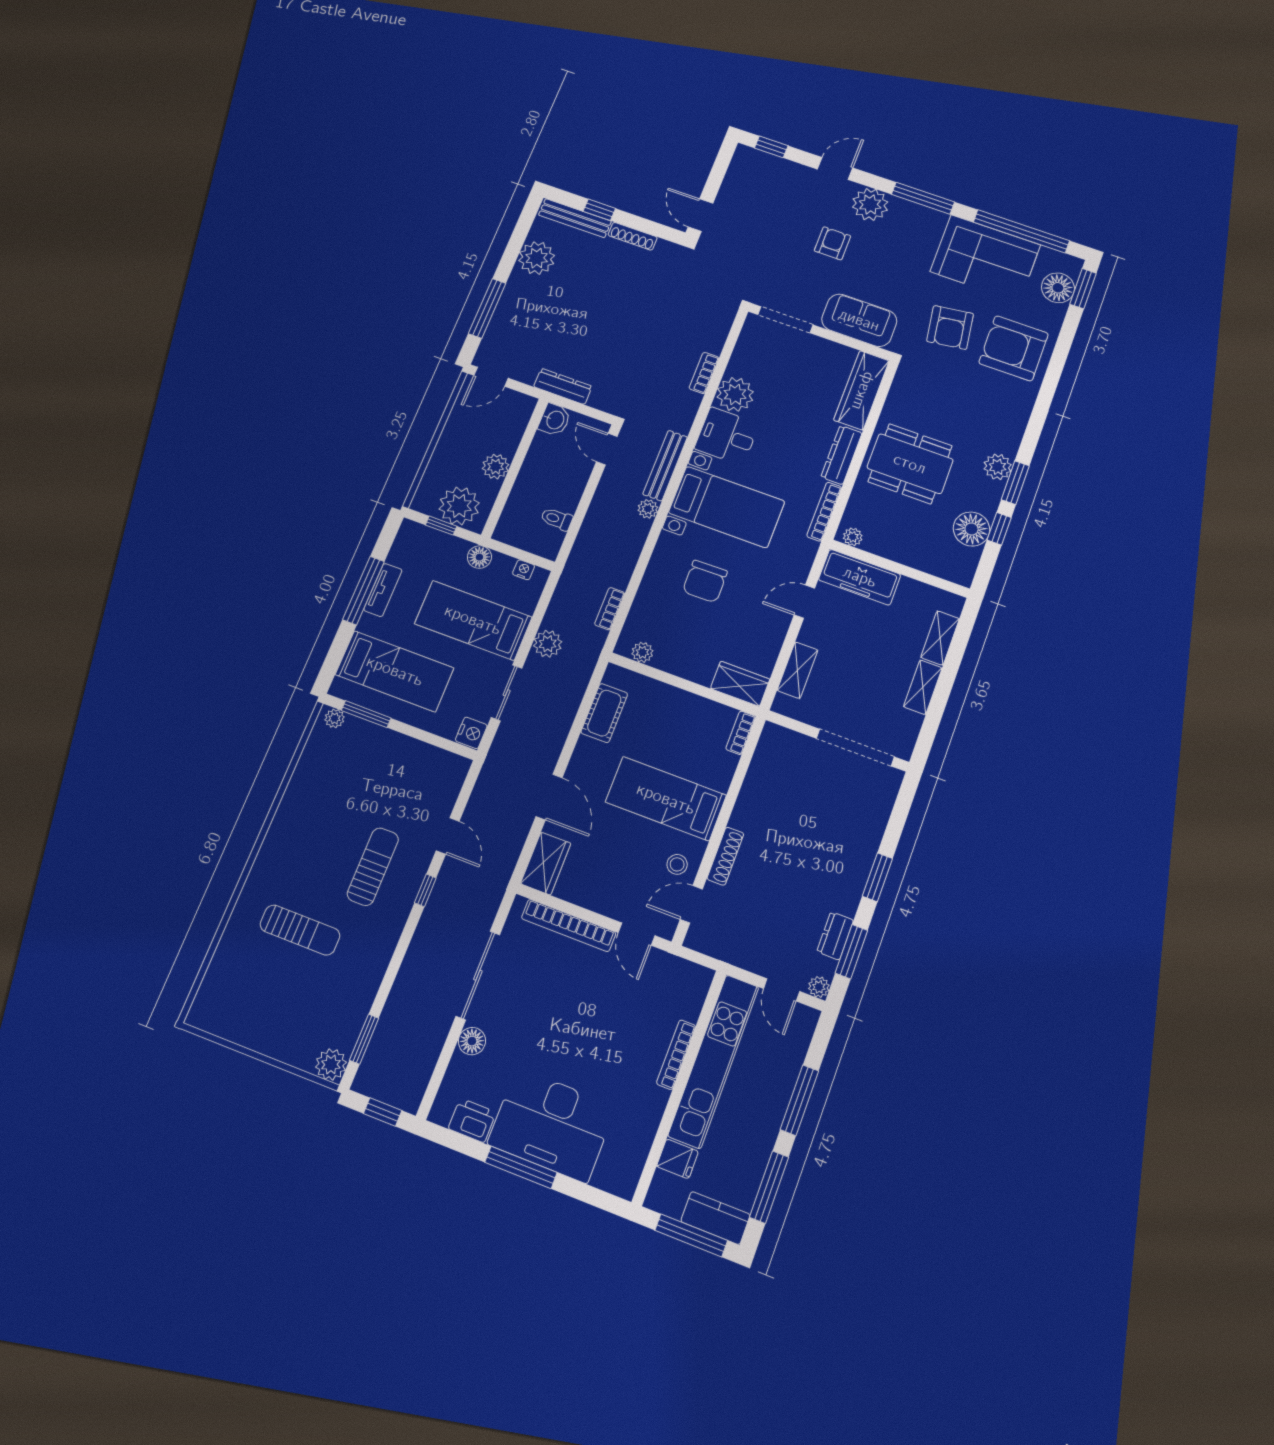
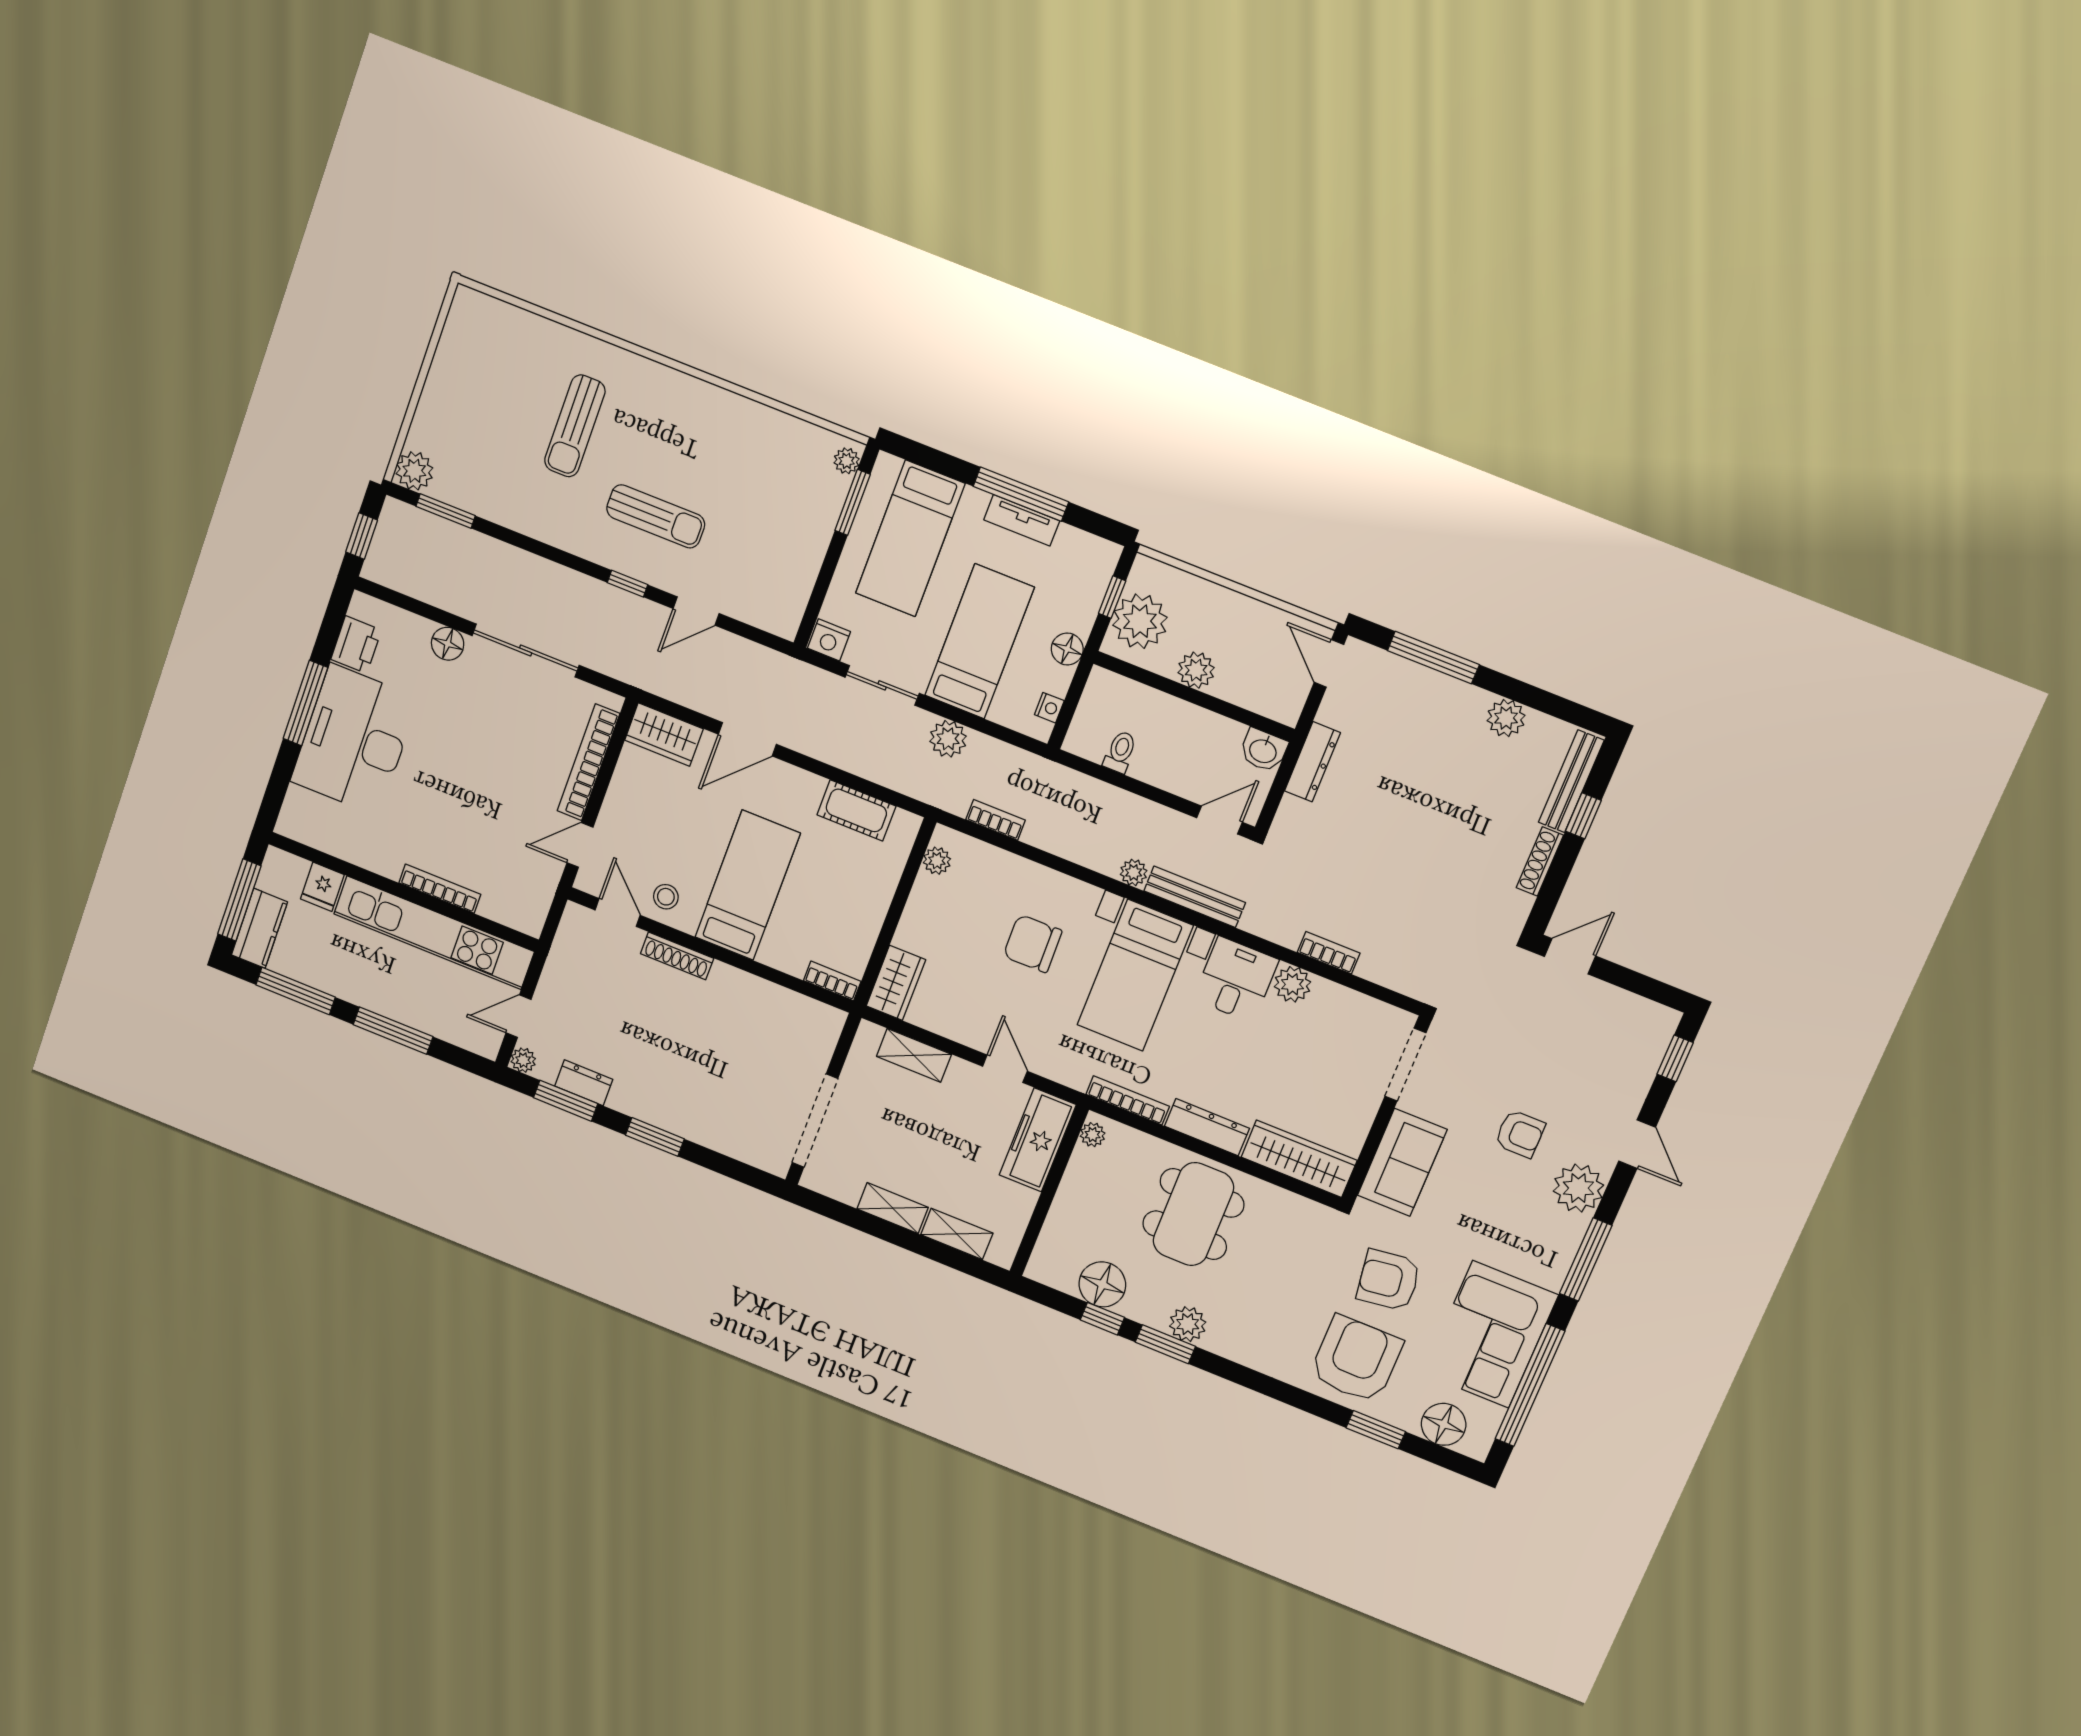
plant: (537, 258) -> (1506, 718), width x0.73, depth x0.73
window: (1083, 289) -> (1376, 1430), moved
plant: (735, 394) -> (1293, 984), width x0.73, depth x0.73

